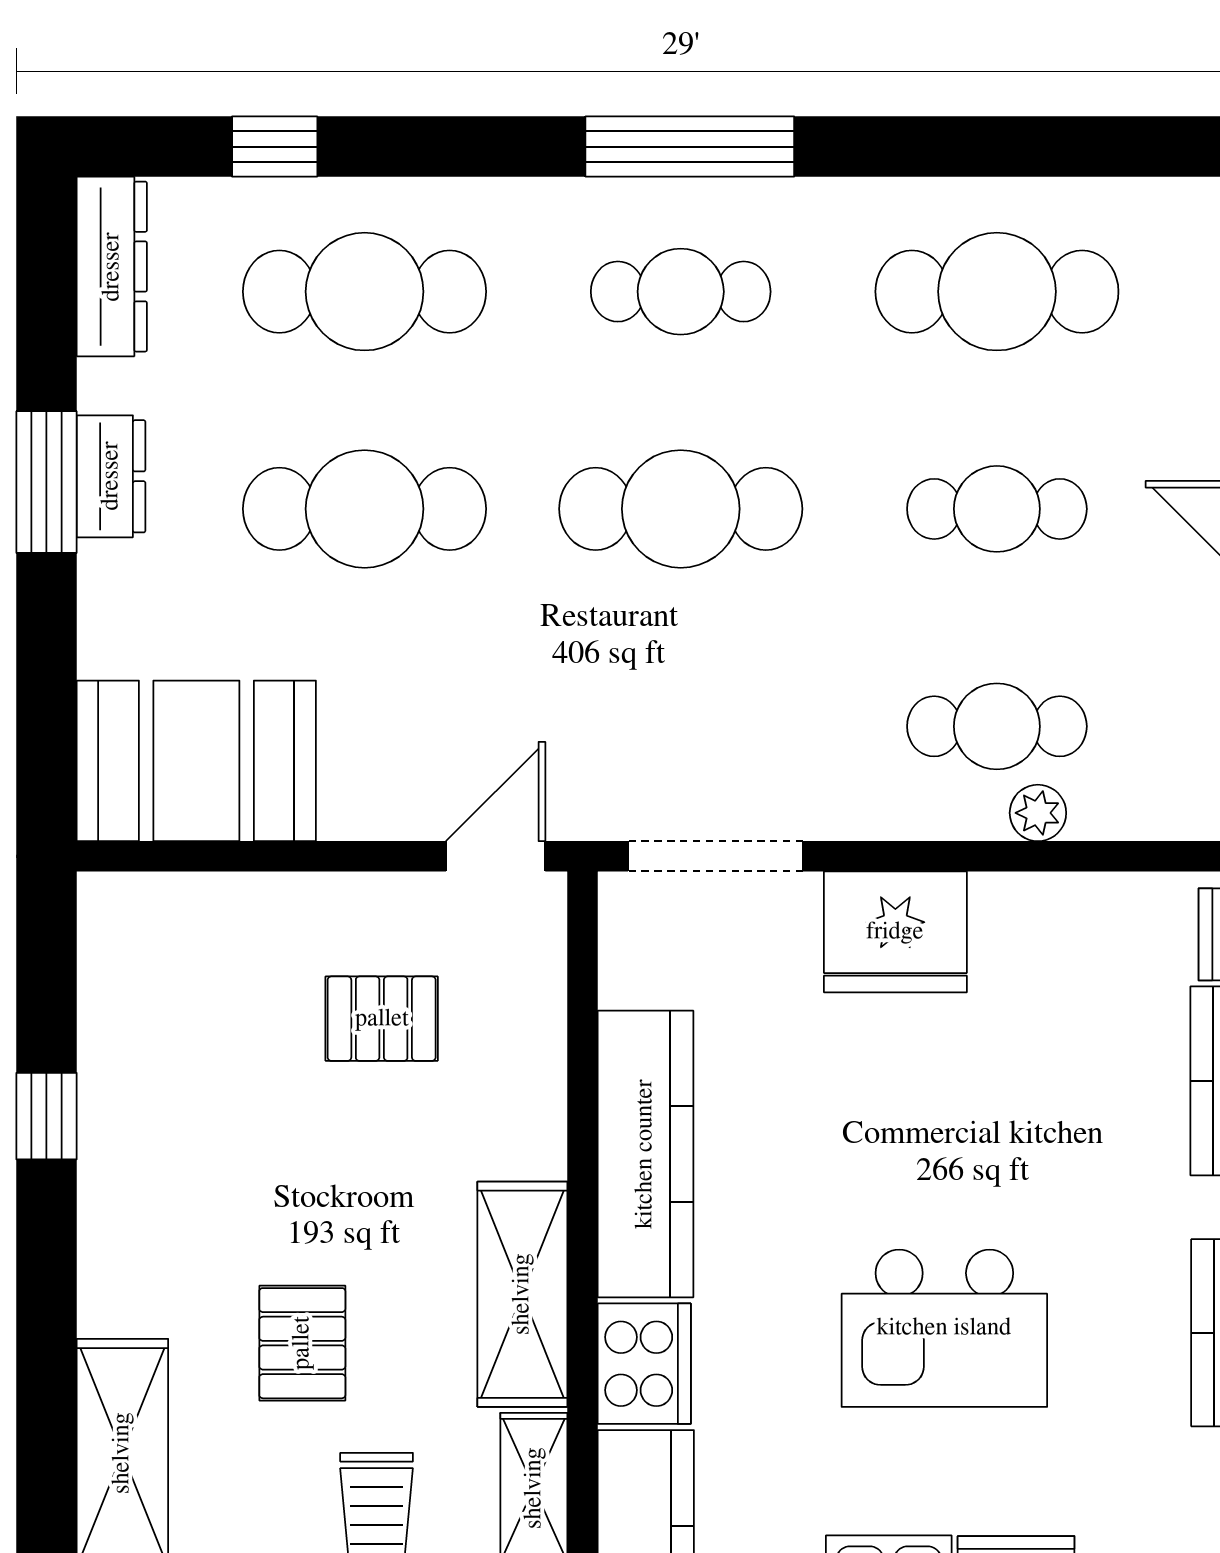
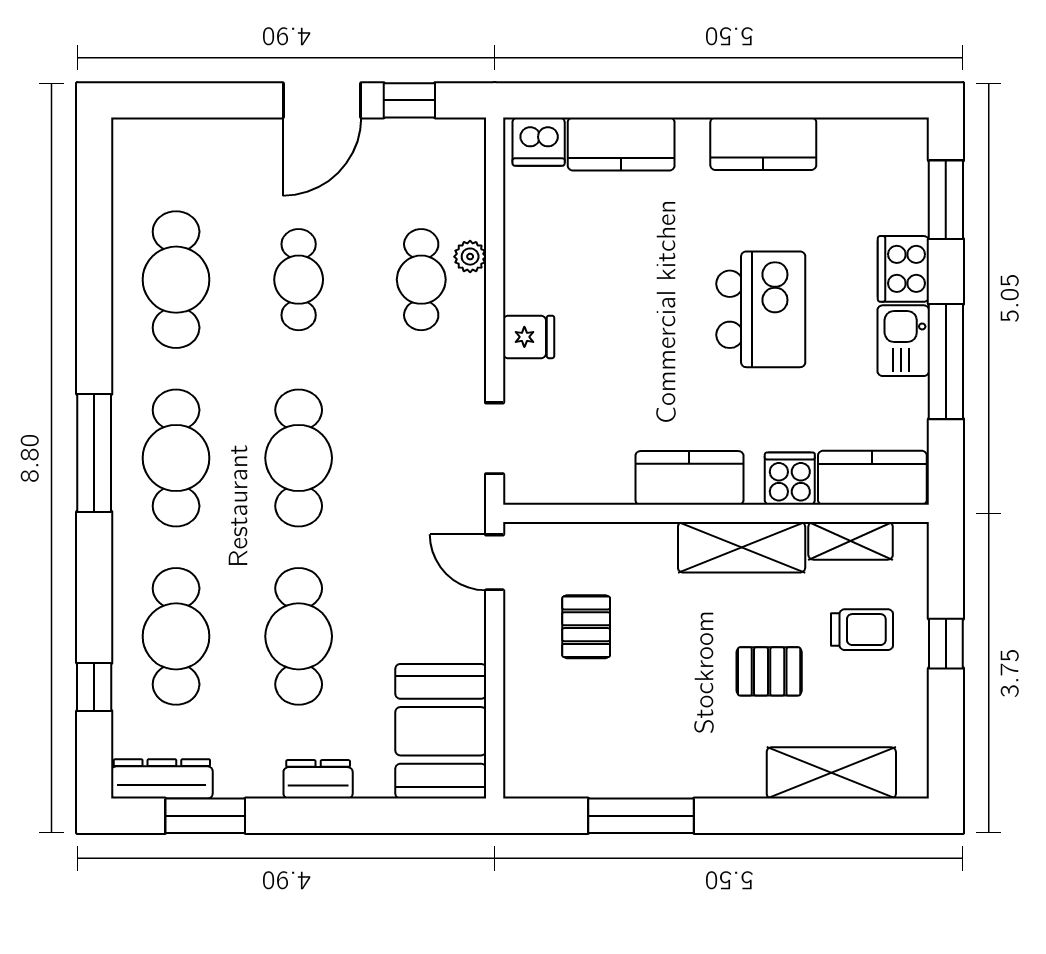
cafe table: (681, 292) -> (176, 458), width x1.37, depth x1.35
dresser: (111, 476) -> (318, 779), moved
window: (46, 482) -> (205, 816), moved
doorway: (716, 856) -> (495, 438), width x0.73
fridge: (895, 932) -> (529, 337), width x0.53, depth x0.75
window: (46, 1116) -> (641, 816), width x2.17
kitchen counter: (645, 1154) -> (689, 478), width x0.67
cooker: (644, 1364) -> (790, 479), width x0.73

